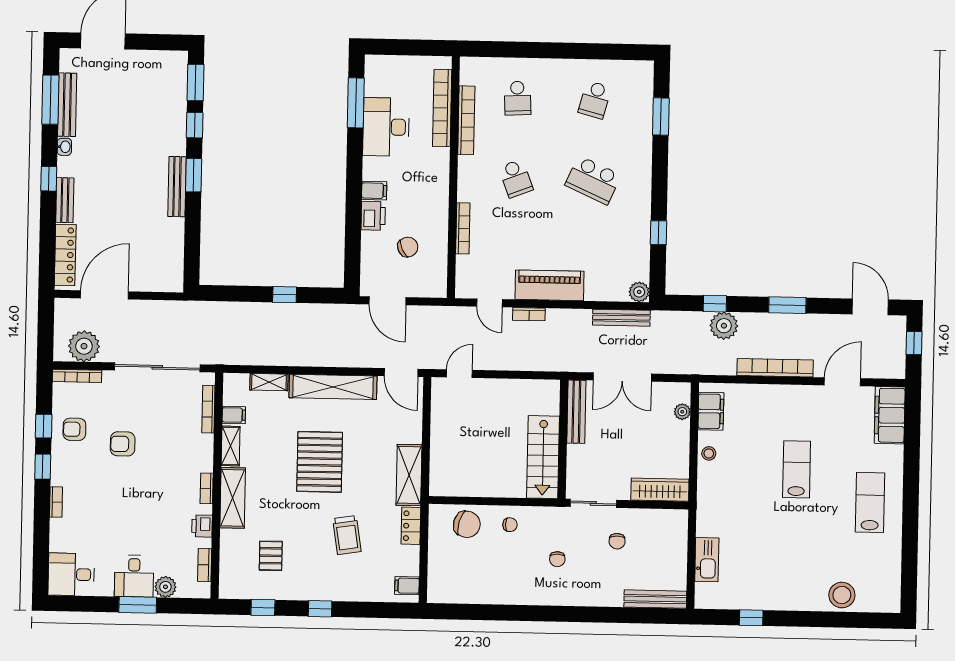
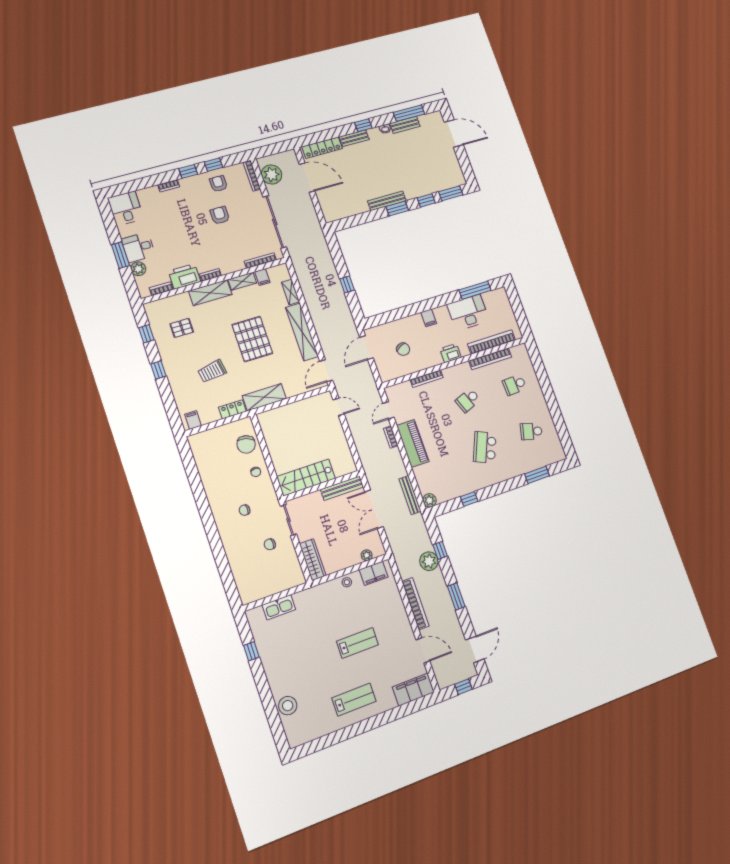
bench: (67, 105) -> (405, 125), width x0.73
printer: (373, 216) -> (450, 353), moved, turned 180
pallet: (320, 462) -> (252, 339), turned 90
printer: (202, 526) -> (184, 276), width x1.87, depth x1.48
bench: (655, 599) -> (241, 583), removed

